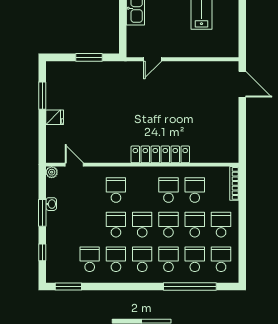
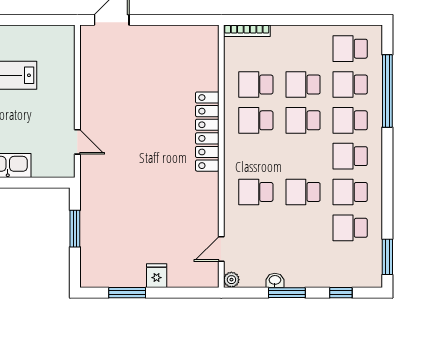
school desk: (142, 225) -> (303, 156), removed
school desk: (221, 225) -> (303, 49), removed

